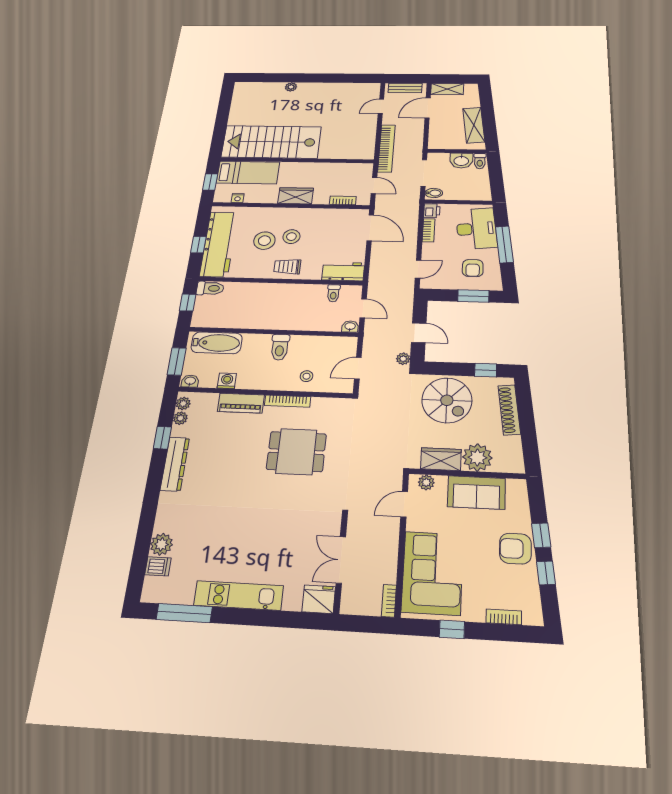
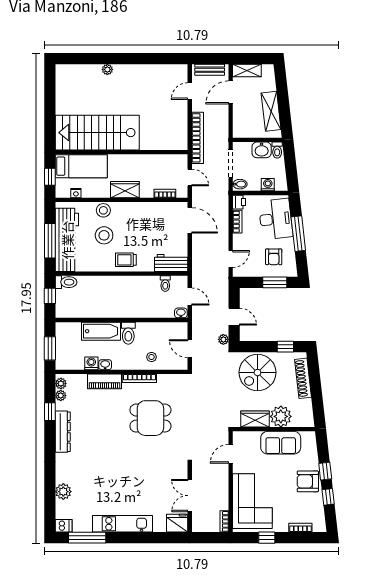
washing machine: (468, 194) -> (268, 185), added
stool: (291, 237) -> (103, 210), moved
window: (198, 245) -> (50, 241), width x2.17
bathtub: (217, 343) -> (101, 331), moved
door: (358, 368) -> (190, 349), hinge flipped
washbasin: (190, 381) -> (105, 365), moved
spiral stairs: (447, 400) -> (257, 373), turned 90
plant: (426, 482) -> (245, 437), removed
dishwasher: (158, 566) -> (64, 526), moved

